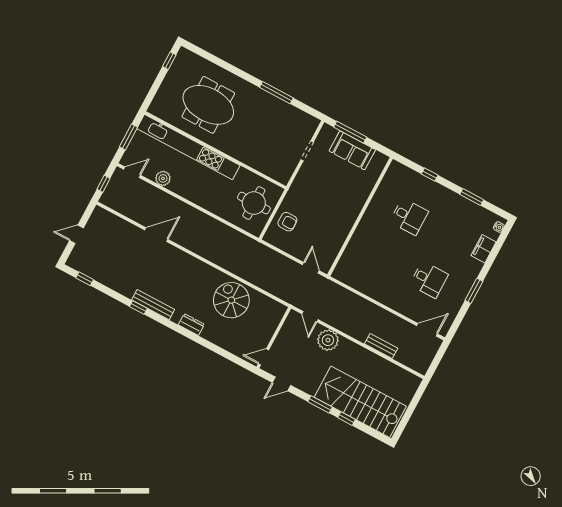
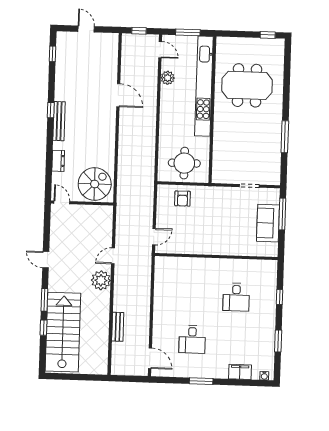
meeting table: (208, 105) -> (247, 85), turned 90
wall: (274, 338) -> (82, 203), moved
door: (263, 357) -> (62, 202), moved

